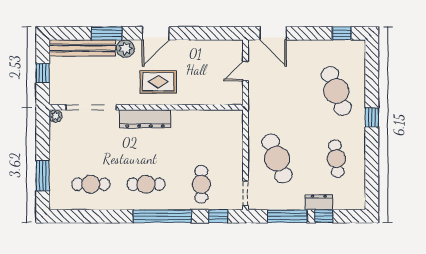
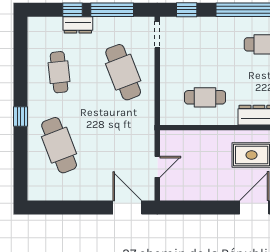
window: (342, 33) -> (53, 208), removed
cafe table: (201, 184) -> (205, 97), moved, turned 90

